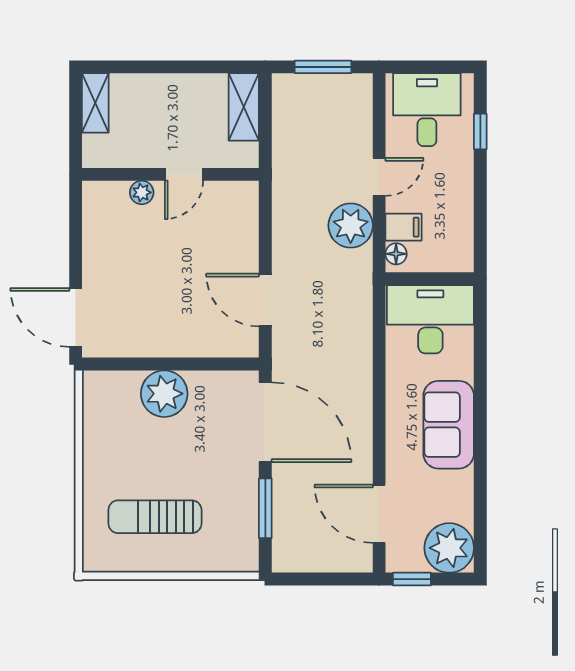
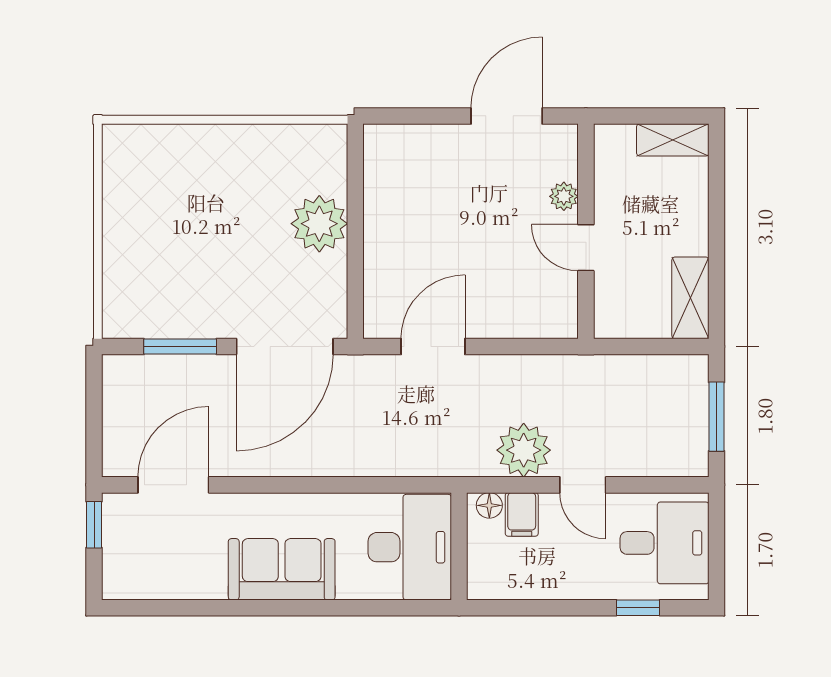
shelving: (244, 107) -> (690, 298), moved, turned 90
door: (76, 318) -> (507, 116), moved
sun lounger: (155, 517) -> (170, 212), removed
plant: (449, 548) -> (132, 570), removed

